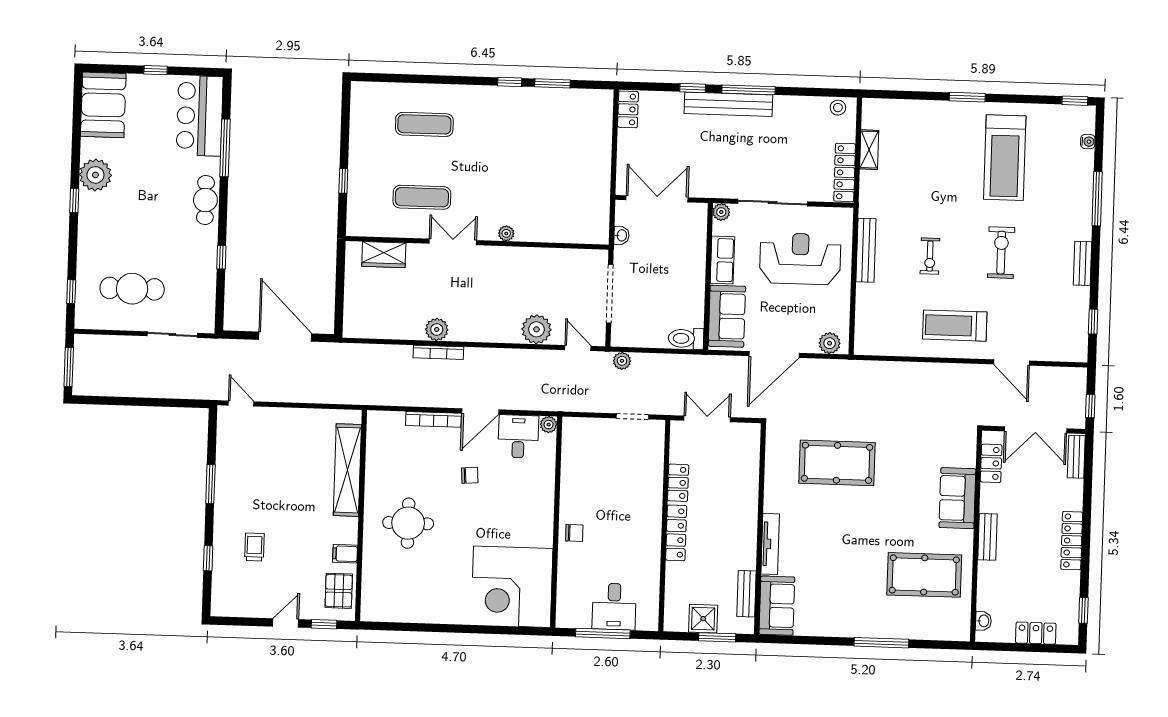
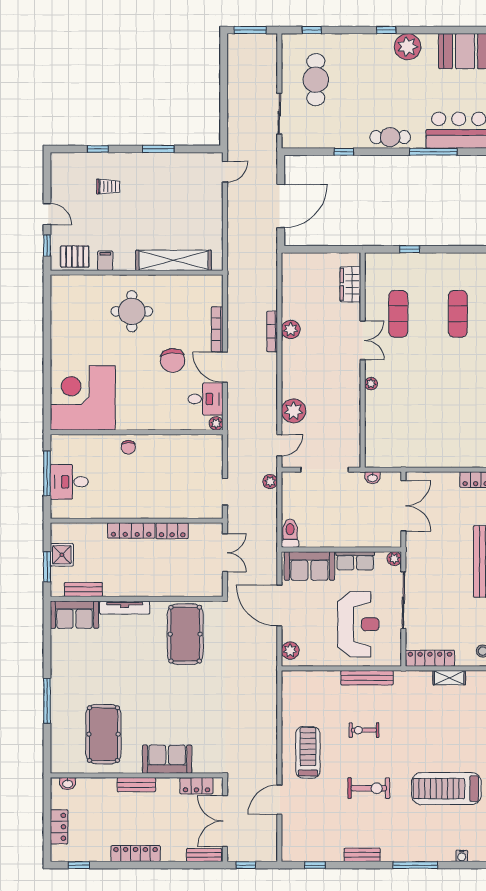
pool table: (837, 463) -> (185, 634), moved
chair: (470, 475) -> (173, 360), width x1.87, depth x1.87

